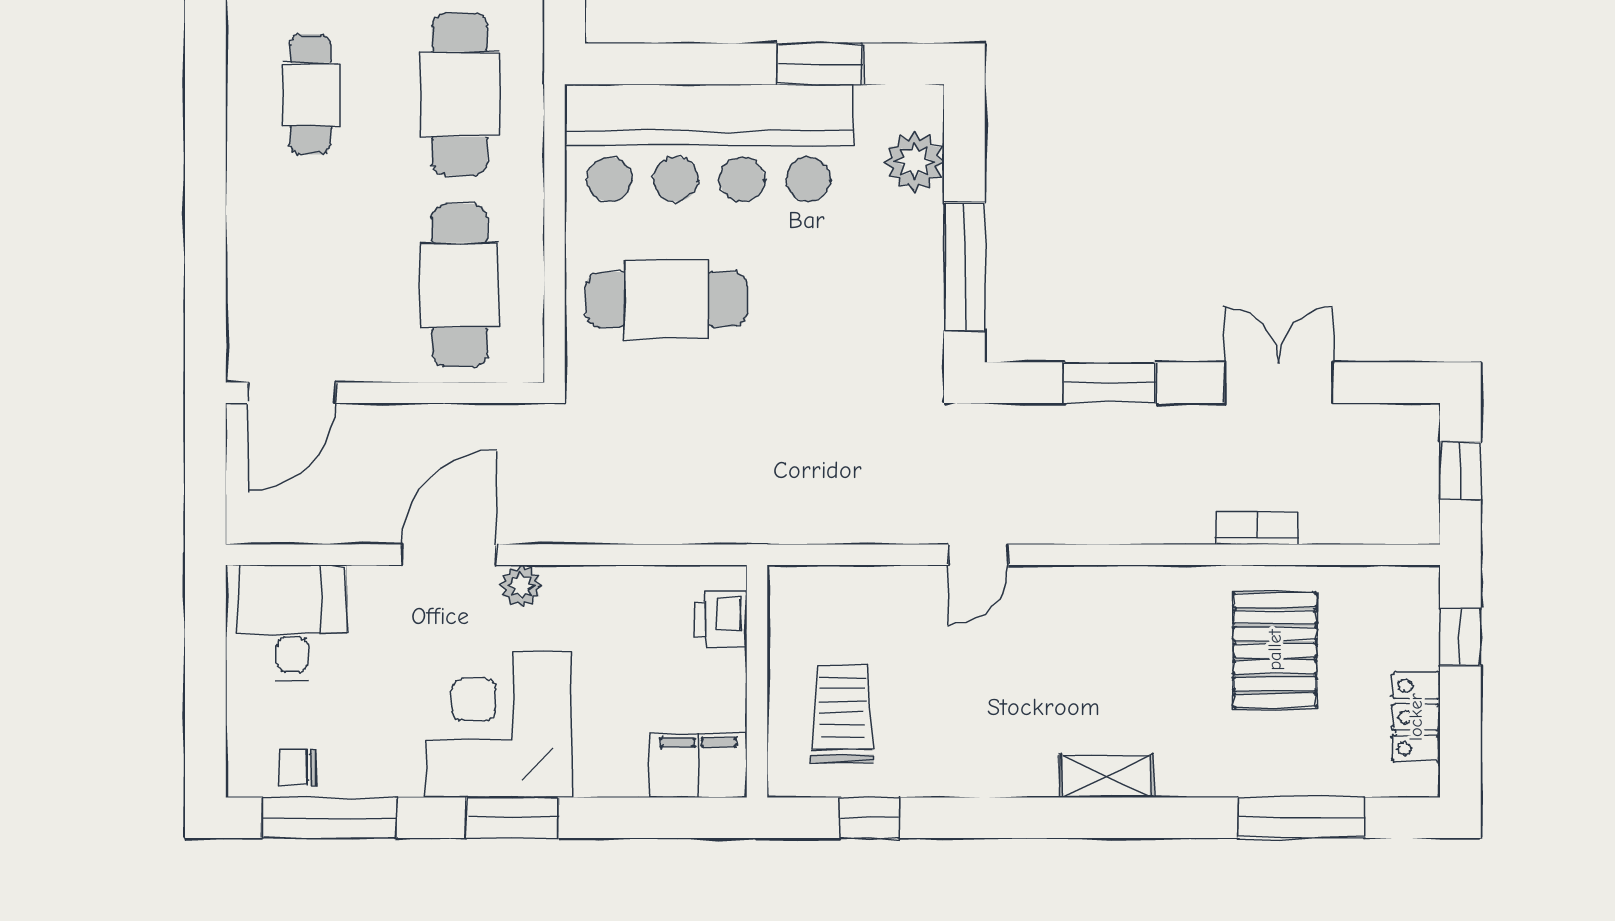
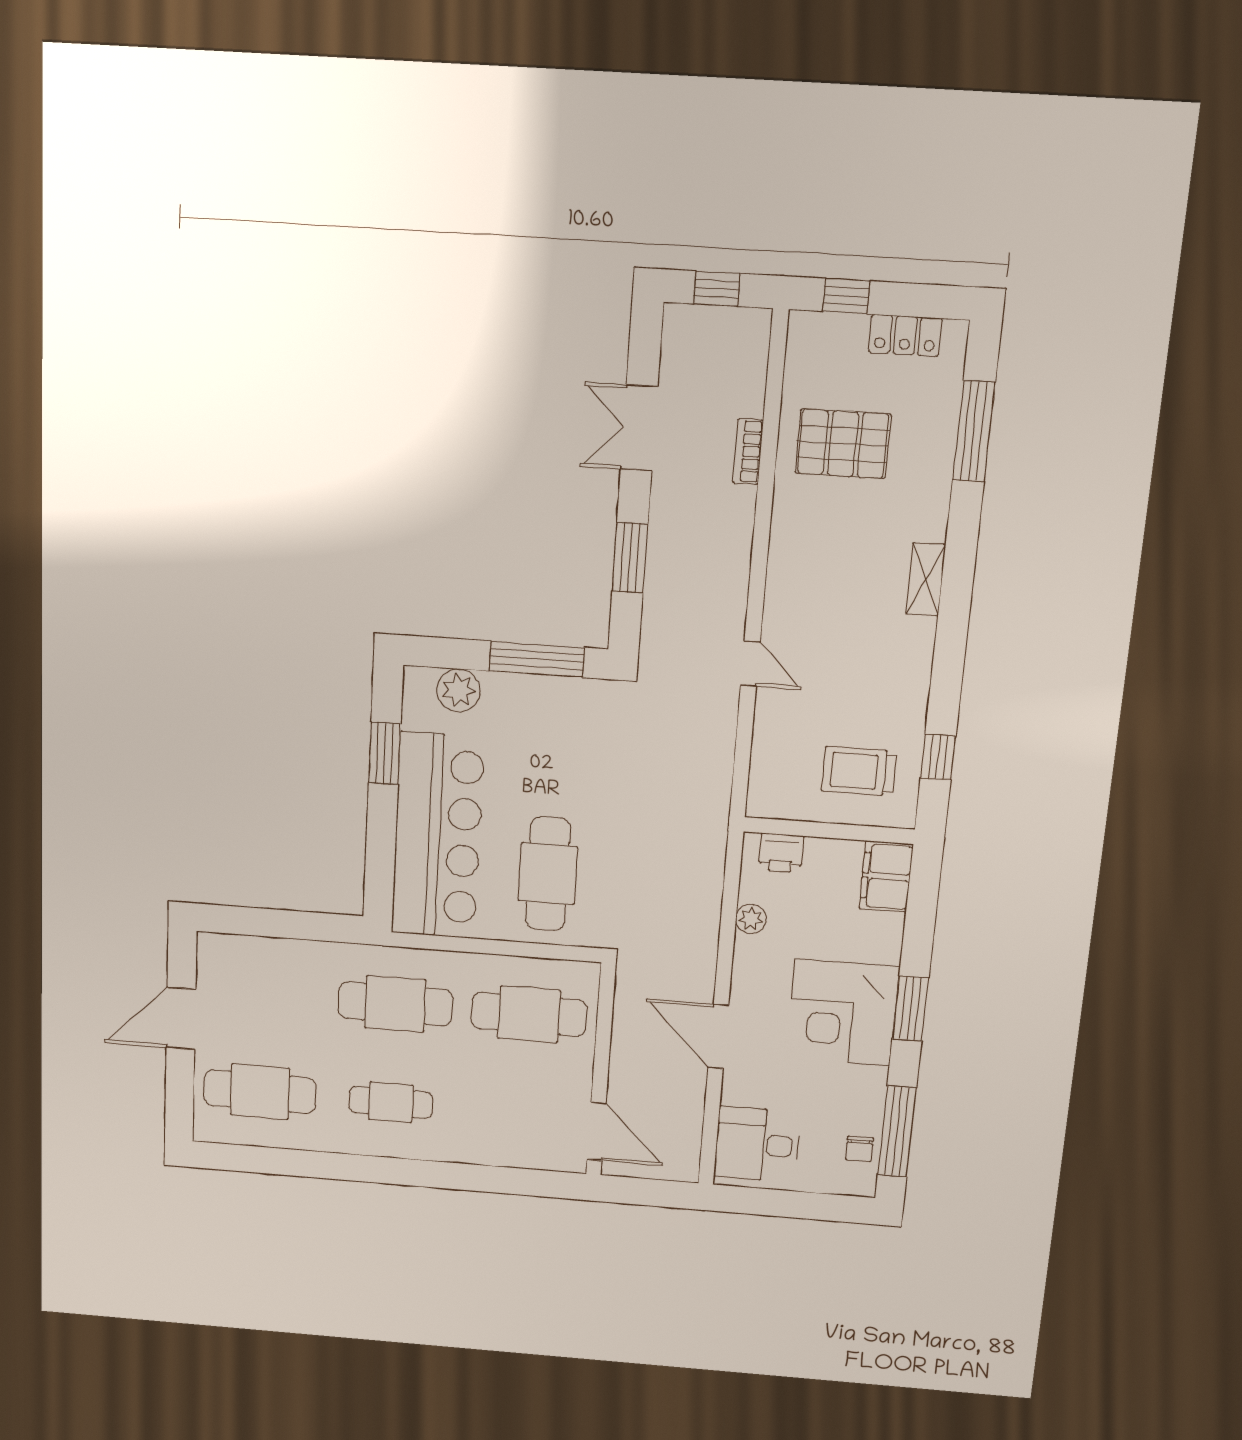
plant: (521, 586) -> (751, 919), moved

